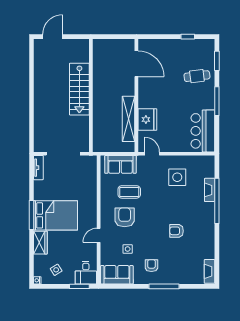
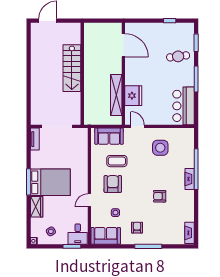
fireplace: (210, 190) -> (190, 179), moved

